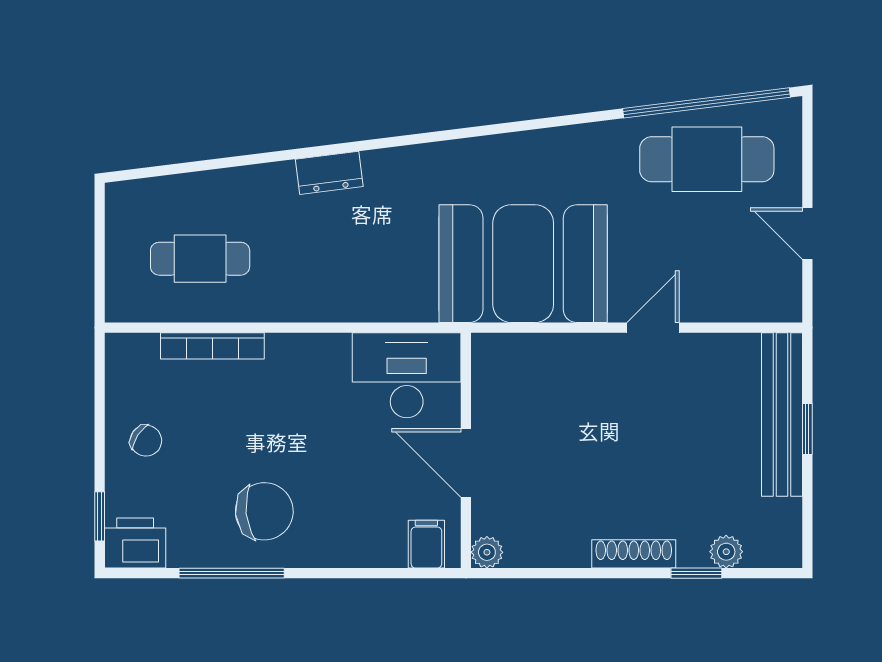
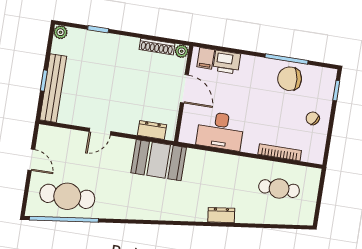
booth: (523, 264) -> (159, 160), width x0.73, depth x0.70
dresser: (528, 351) -> (152, 130), added
desk: (407, 375) -> (220, 131), moved
chair: (264, 511) -> (290, 79), moved
printer: (135, 543) -> (227, 62), moved
plant: (726, 552) -> (60, 32), moved
shoe rack: (634, 554) -> (157, 47), moved

